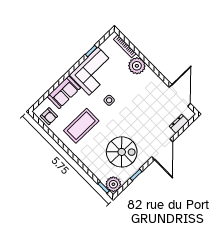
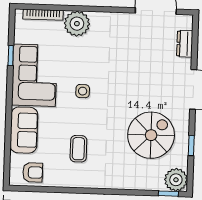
coffee table: (81, 126) -> (78, 149), width x0.54, depth x0.58

